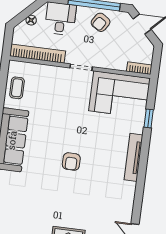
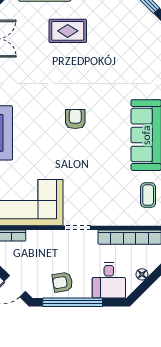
armchair: (101, 22) -> (62, 282), turned -132

